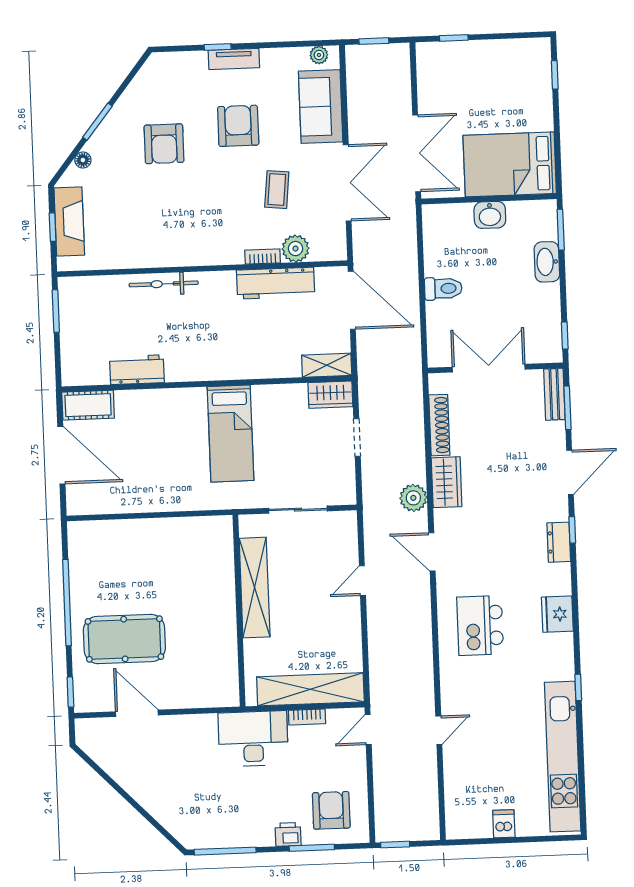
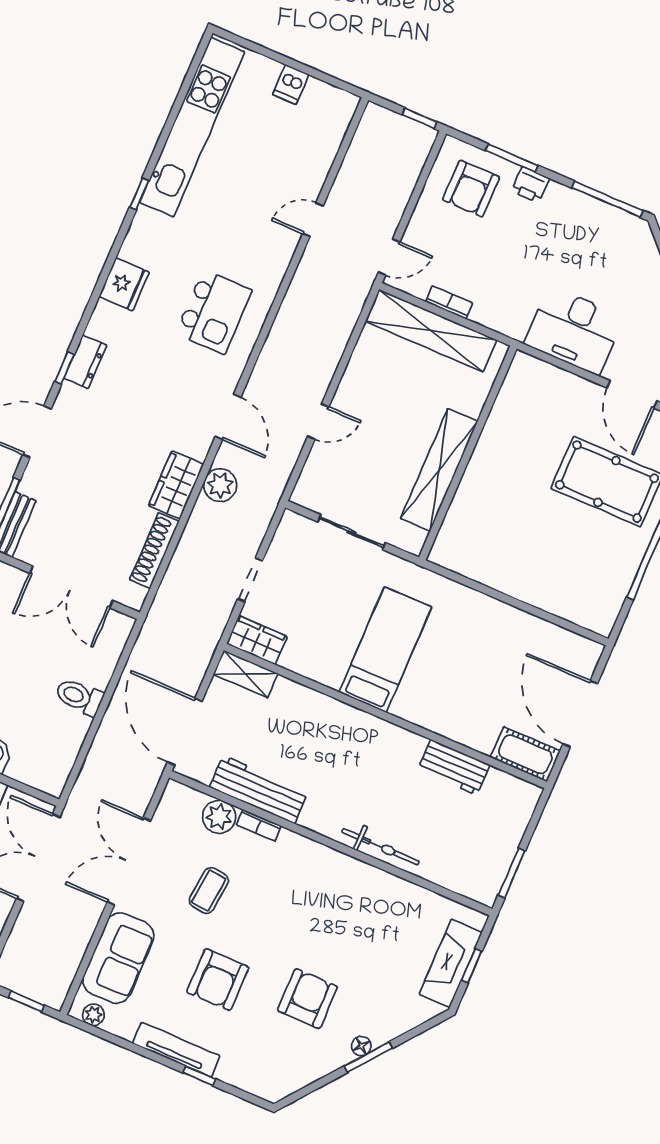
tv unit: (234, 59) -> (176, 1050), width x1.41
floor lamp: (83, 160) -> (361, 1046), moved
desk: (253, 739) -> (574, 330), moved

